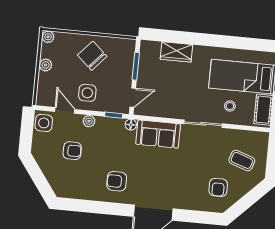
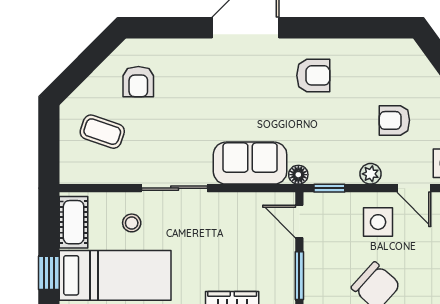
door: (133, 98) -> (299, 221), hinge flipped
armchair: (218, 187) -> (138, 82), turned 180

